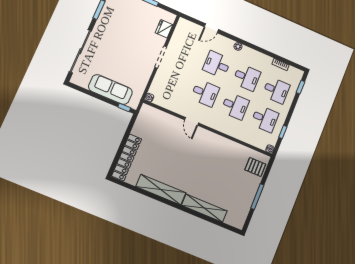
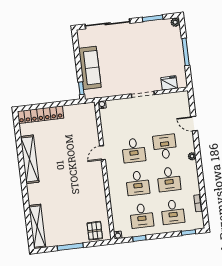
shelving: (204, 208) -> (37, 226), moved

